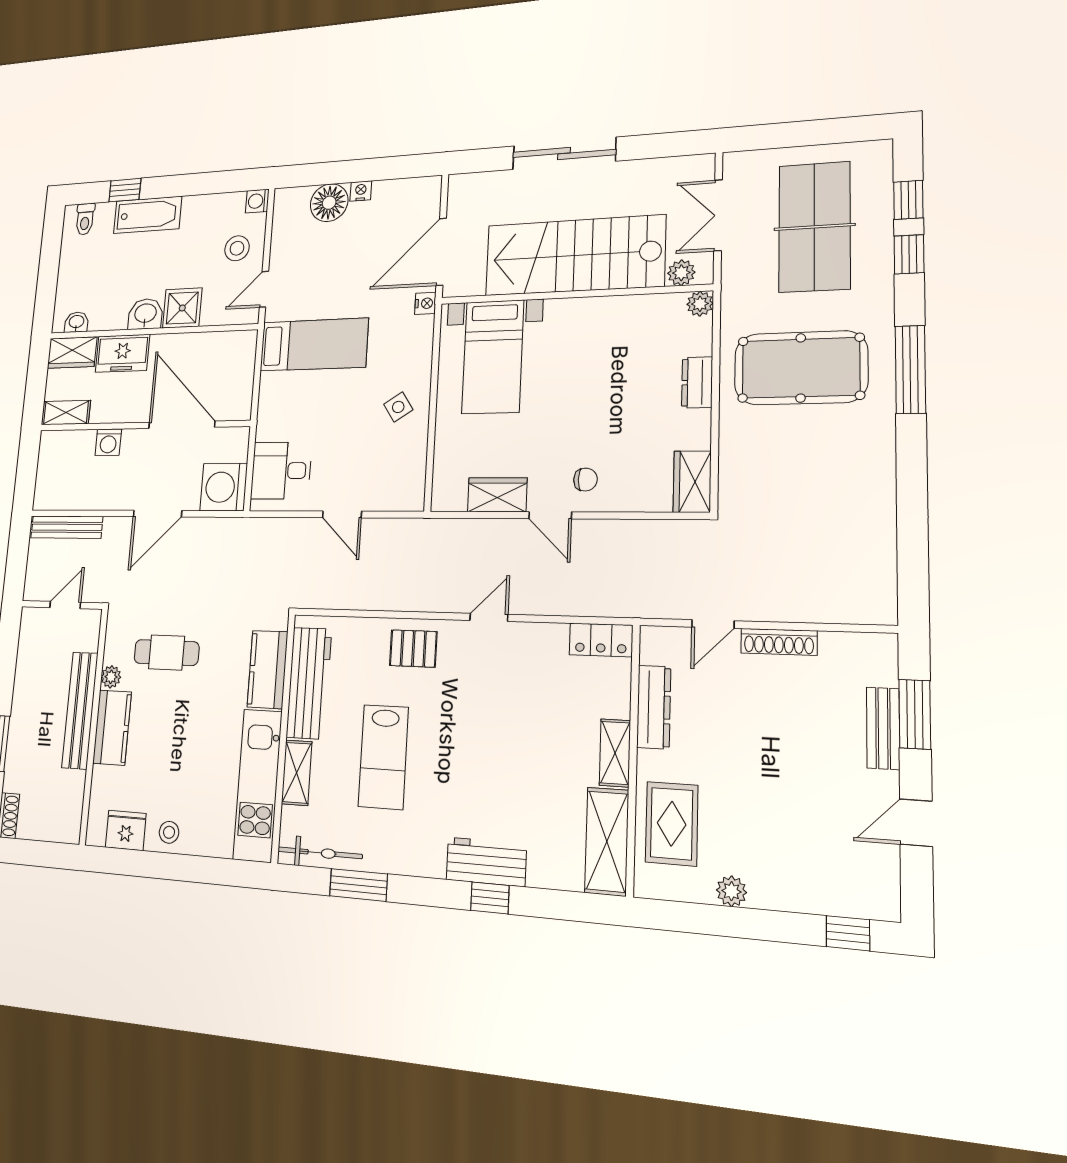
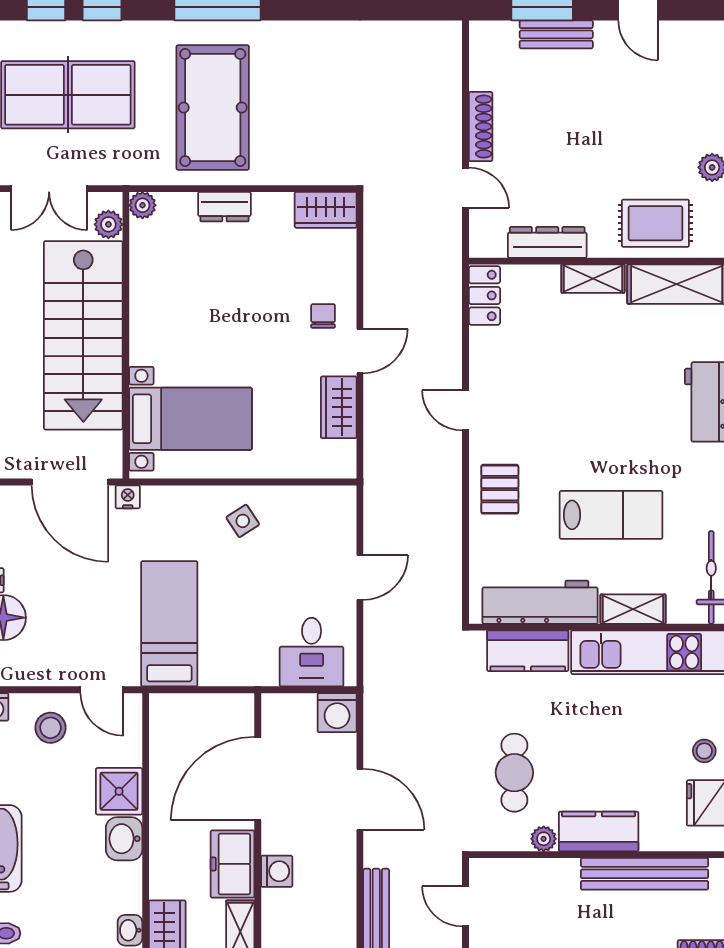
freezer: (122, 353) -> (233, 864), moved, turned 180
washing machine: (224, 487) -> (337, 713), width x0.73, depth x0.73
bench: (80, 710) -> (645, 874), moved

